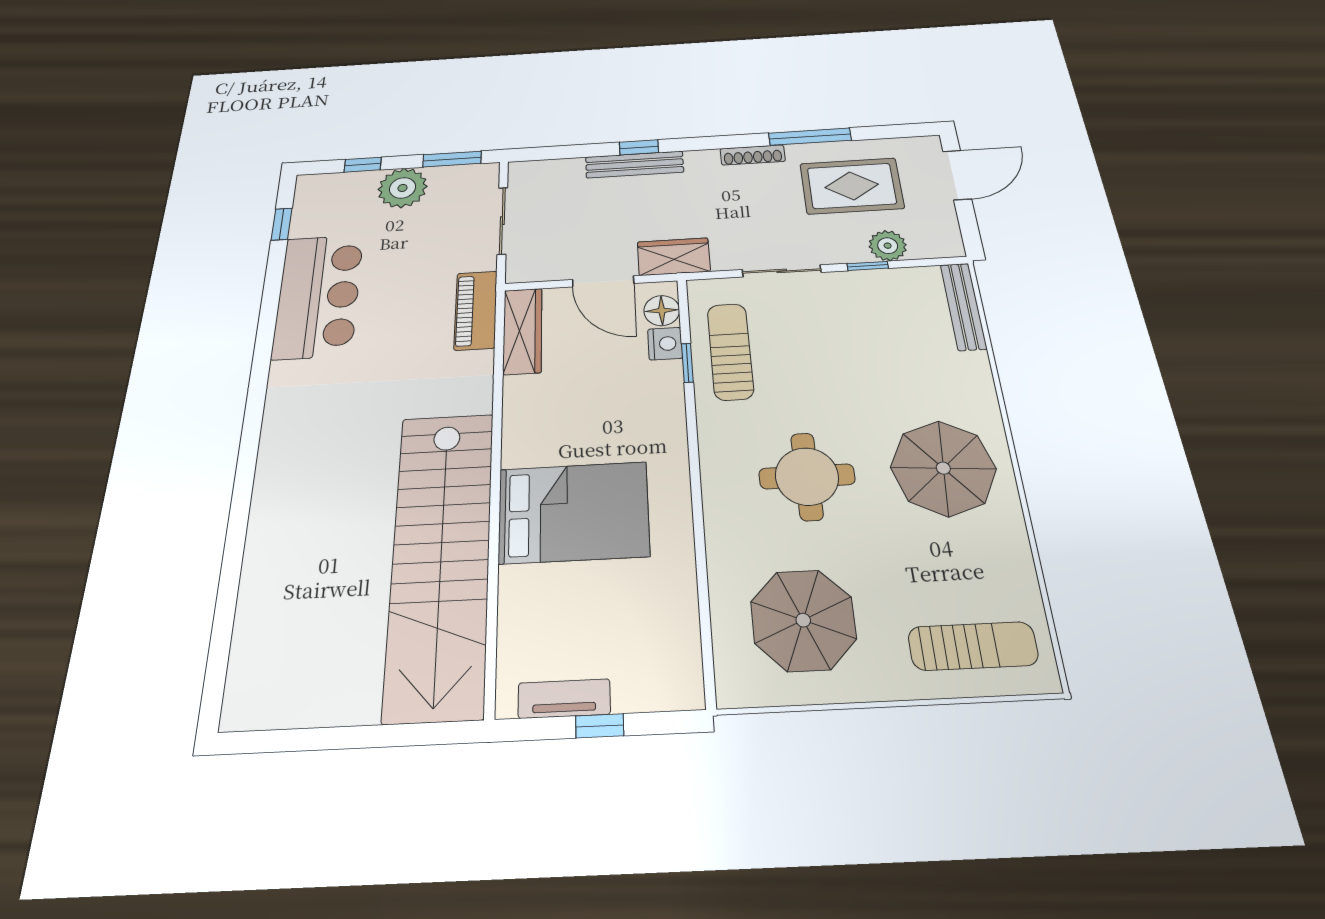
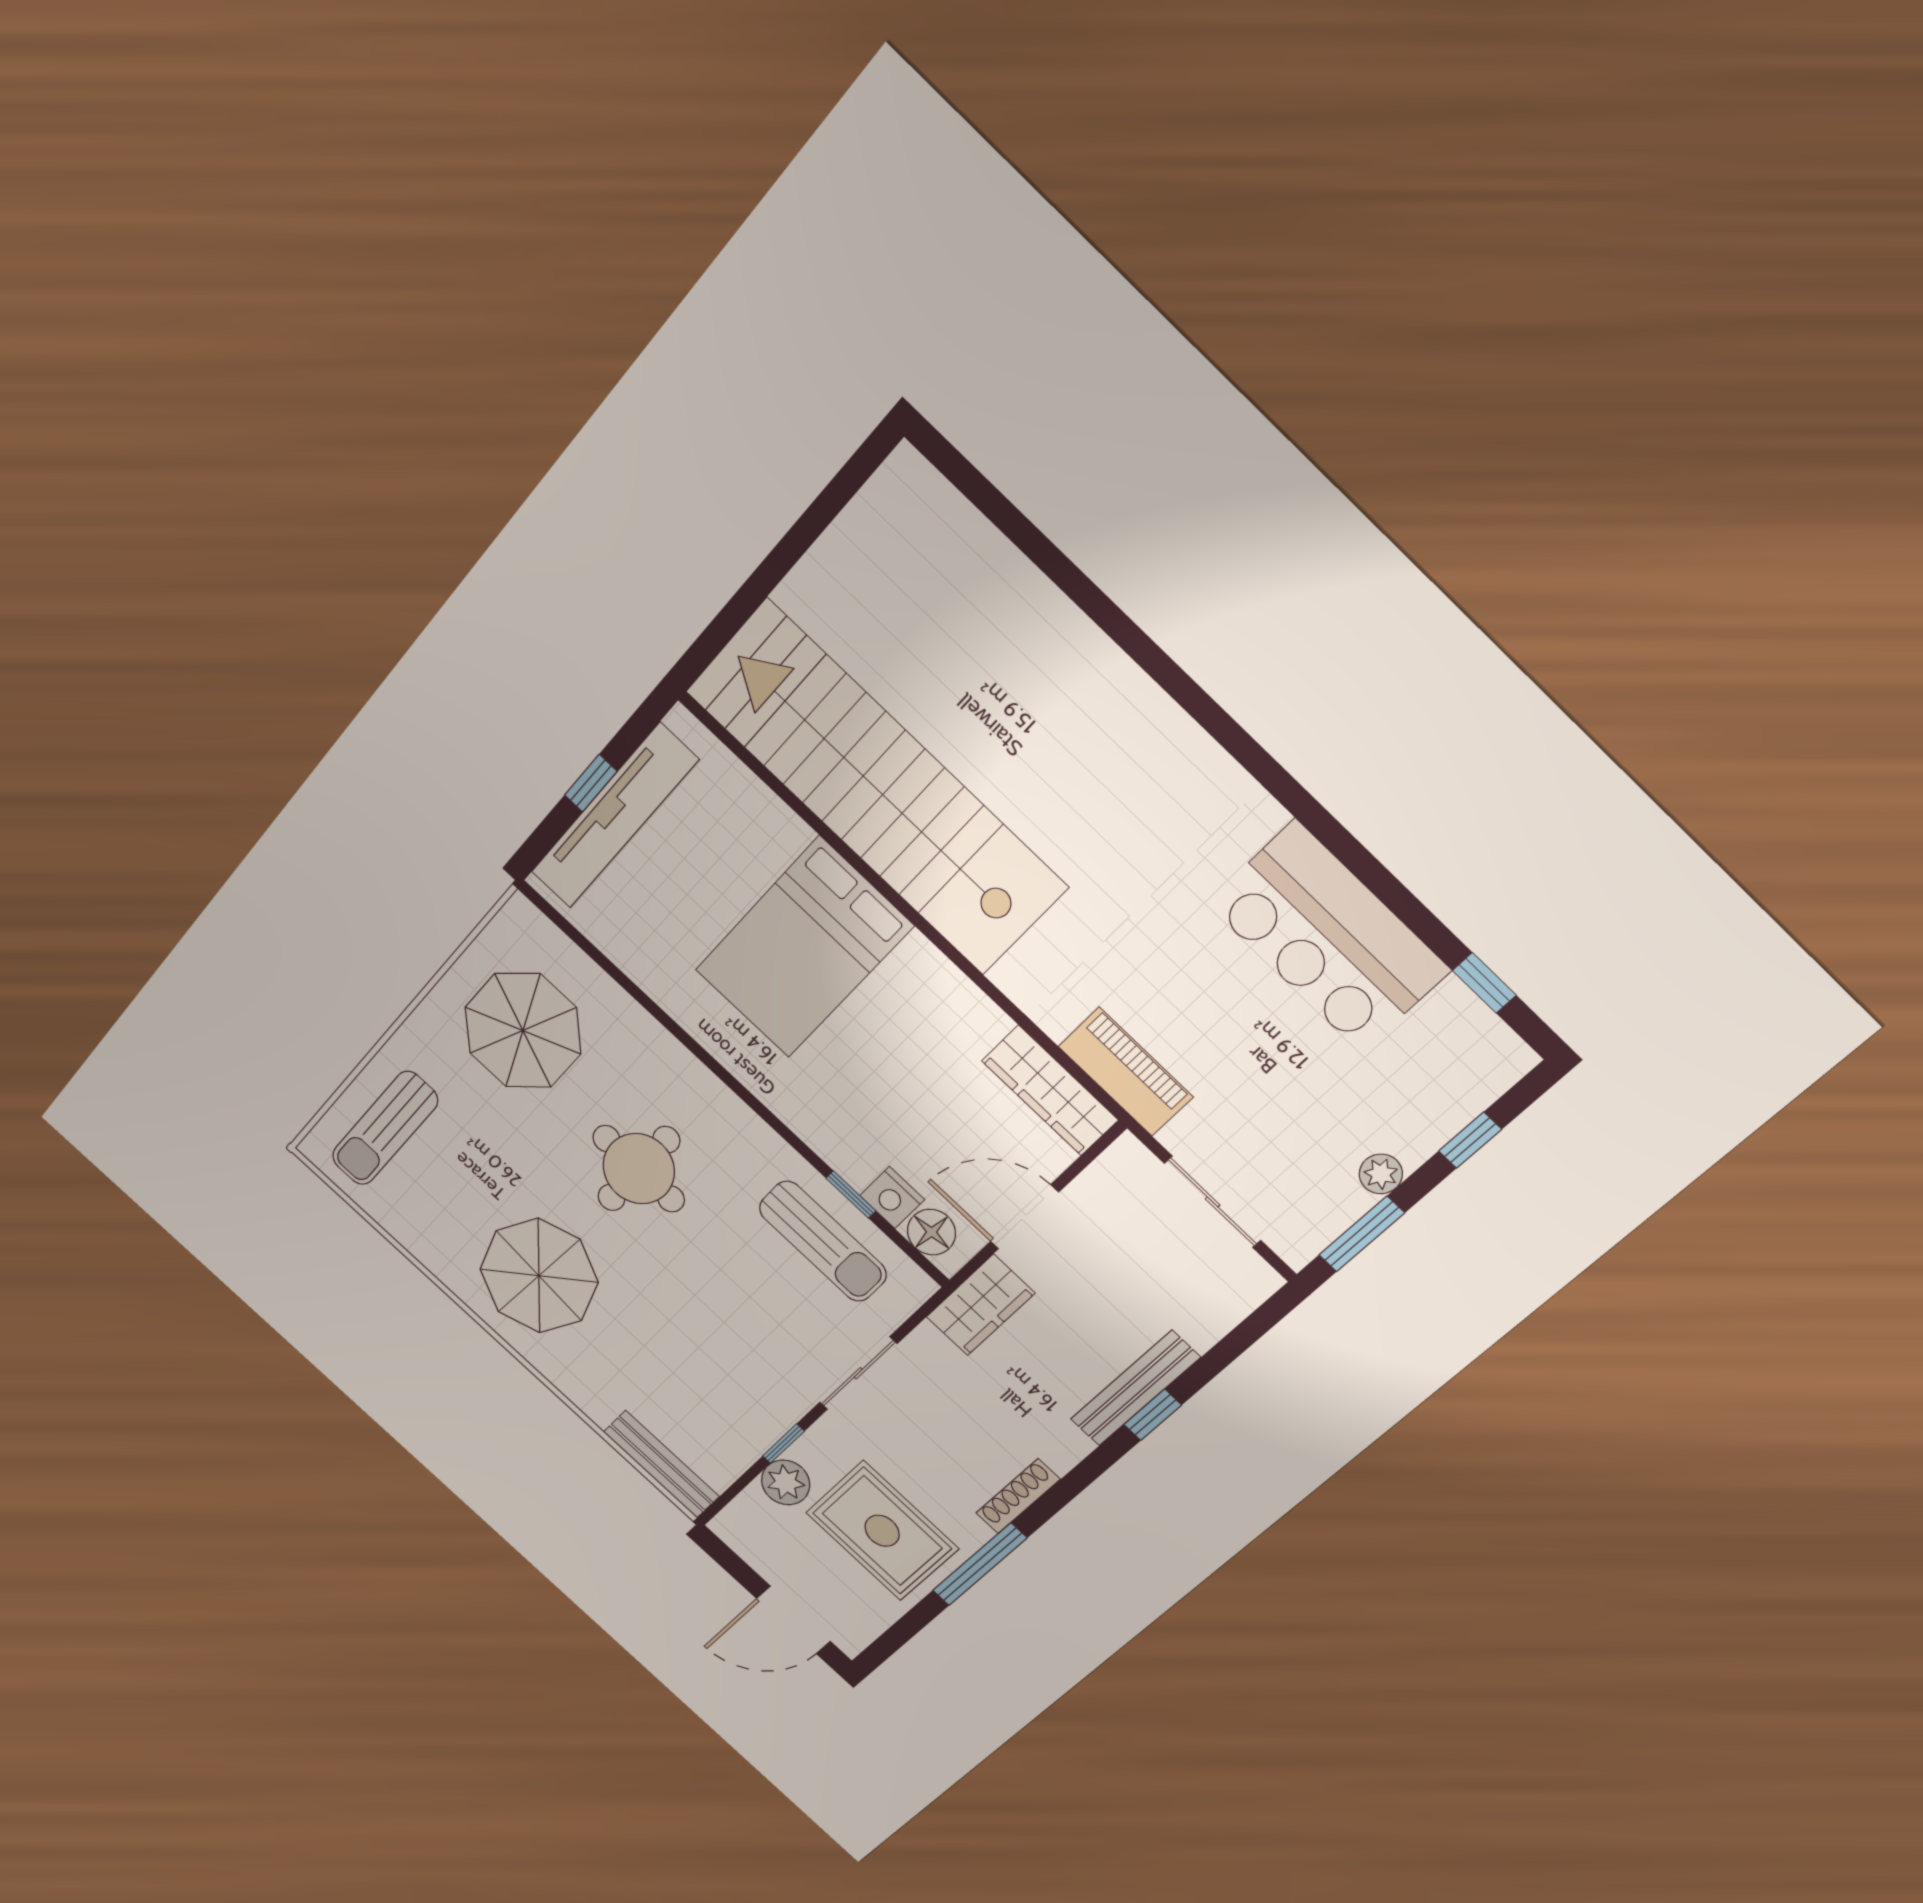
door: (957, 175) -> (793, 1620), hinge flipped
rug: (852, 186) -> (882, 1531), turned 90
plant: (403, 188) -> (1381, 1174), width x0.53, depth x0.53
tv unit: (564, 699) -> (614, 816), width x1.92, depth x1.29

